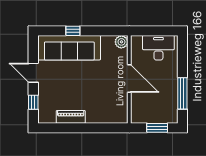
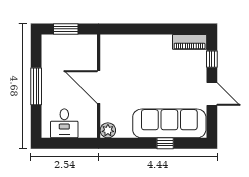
desk: (158, 48) -> (64, 123), width x0.73
window: (182, 93) -> (36, 86), moved
piano: (71, 117) -> (190, 42), moved

